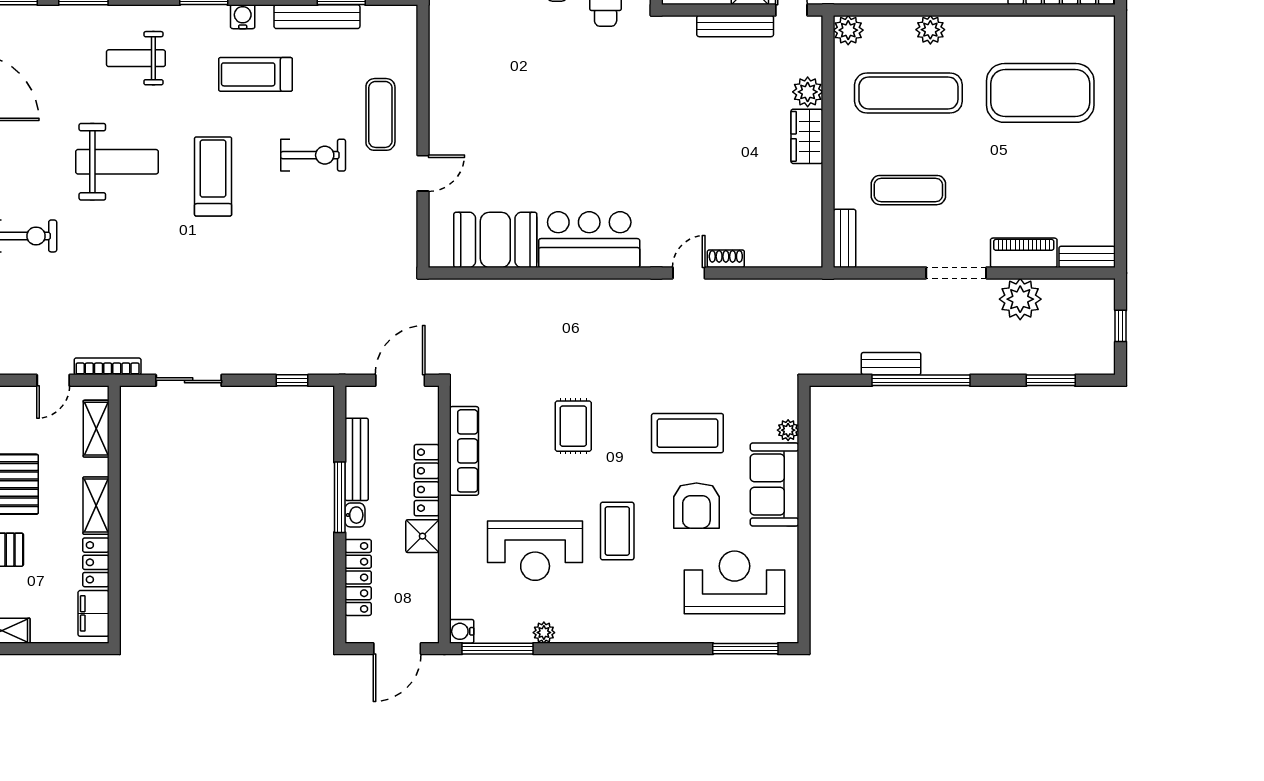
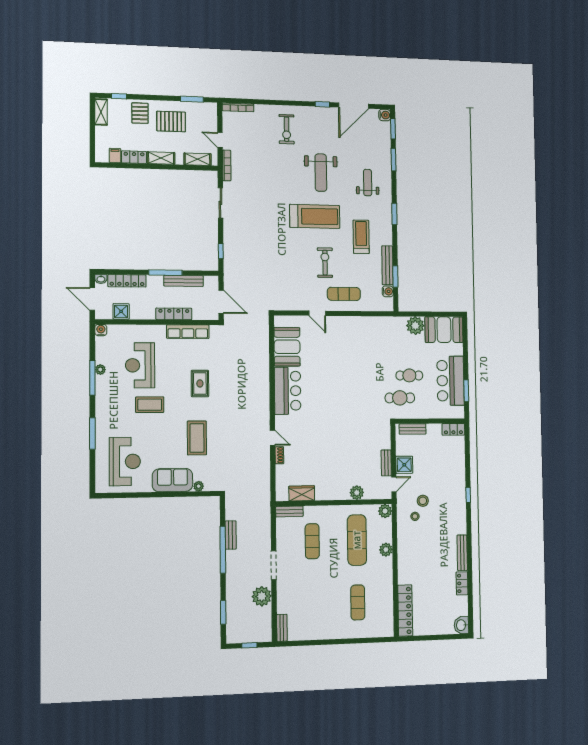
water cooler: (243, 17) -> (388, 291), moved
bench: (735, 26) -> (386, 463), width x0.73
exercise mat: (1040, 93) -> (358, 602), width x0.50, depth x0.69
wardrobe: (807, 136) -> (302, 493), moved
exercise bike: (313, 155) -> (325, 263), turned 180
treadmill: (213, 176) -> (315, 216), width x1.37, depth x1.37
piano: (1024, 253) -> (284, 597), removed
rug: (573, 426) -> (200, 383), turned 90
armchair: (696, 506) -> (162, 443), removed
washbasin: (355, 515) -> (101, 279), moved
shower: (422, 536) -> (121, 311), moved
filing cabinet: (94, 613) -> (115, 155), width x0.50
window: (498, 649) -> (92, 378), moved
window: (745, 649) -> (92, 433), moved

